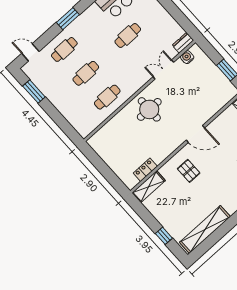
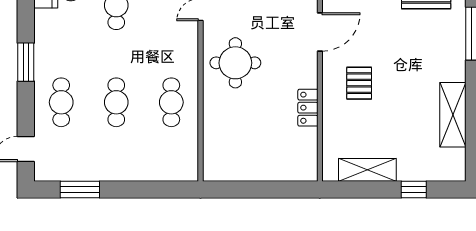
locker: (145, 170) -> (308, 108), moved
pallet: (189, 171) -> (359, 83), turned 90
shelving: (149, 187) -> (367, 170), moved, turned 90
shelving: (205, 230) -> (453, 115), width x0.68

